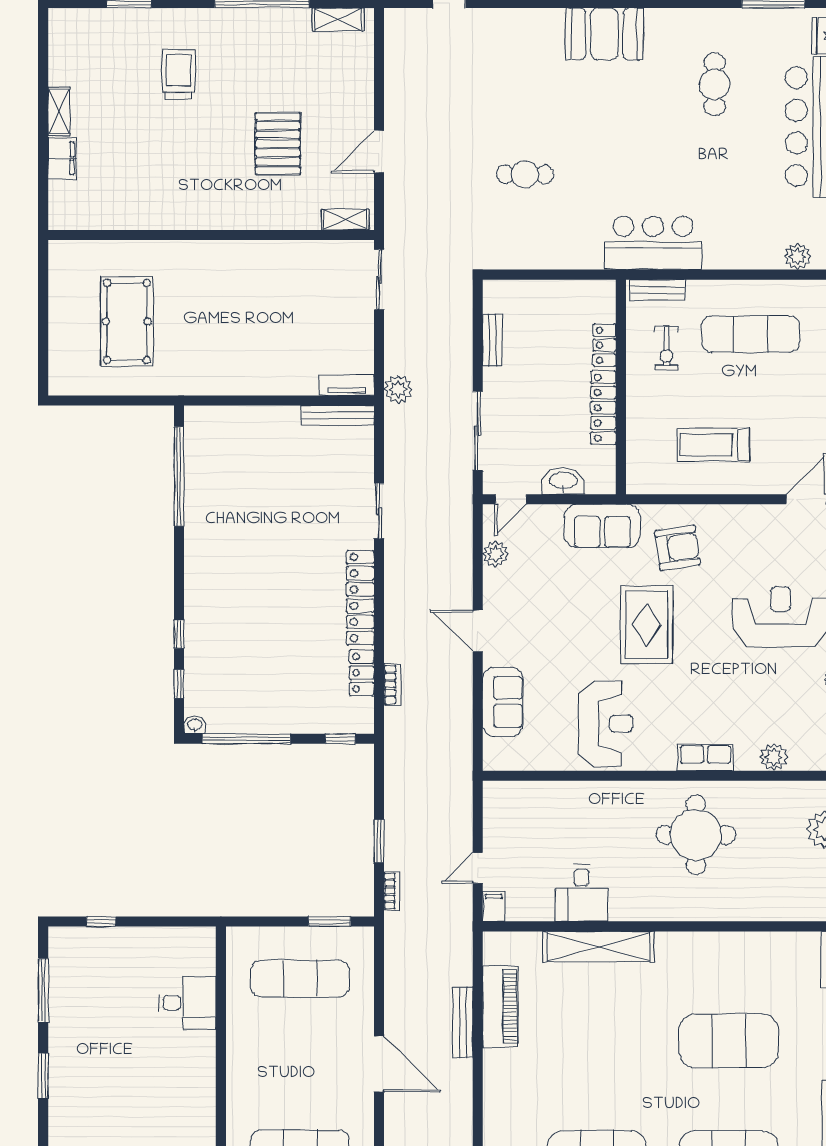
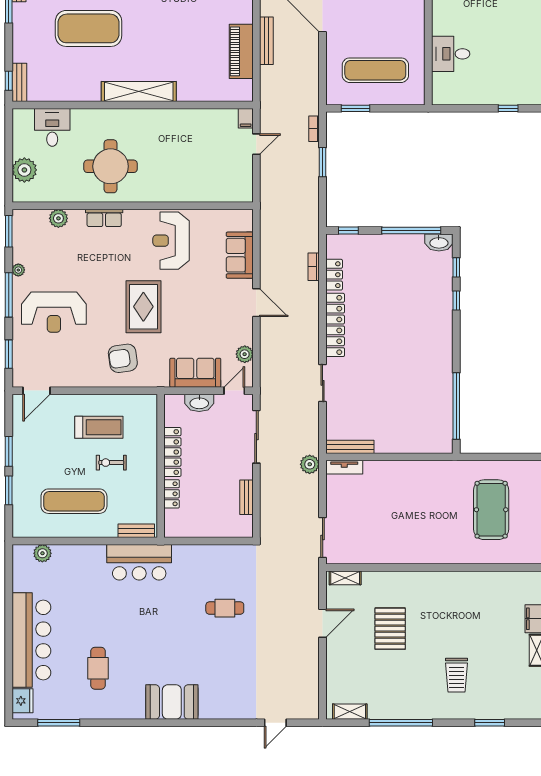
exercise bike: (666, 348) -> (111, 463), moved, turned -90
sofa: (602, 526) -> (195, 373), moved
washbasin: (195, 725) -> (439, 242), width x1.91, depth x1.45
desk: (581, 893) -> (52, 127), moved
shelving: (598, 947) -> (139, 92), moved

